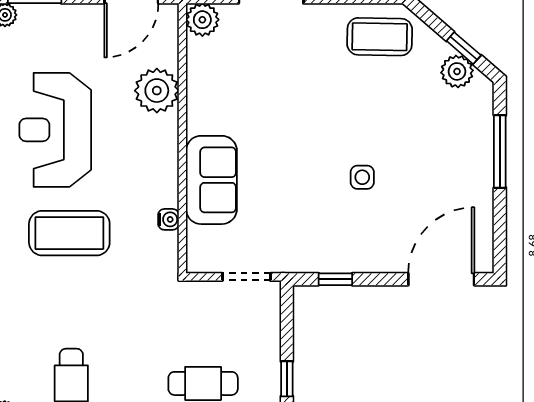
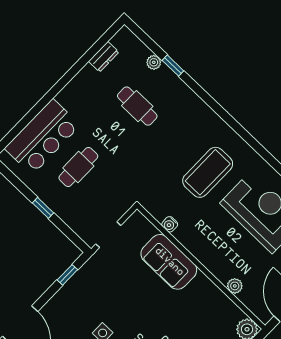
plant: (157, 91) -> (235, 286), width x0.53, depth x0.53

